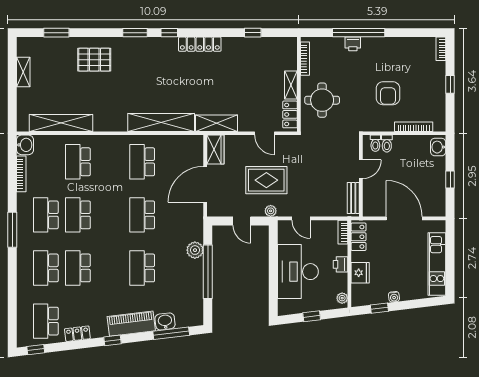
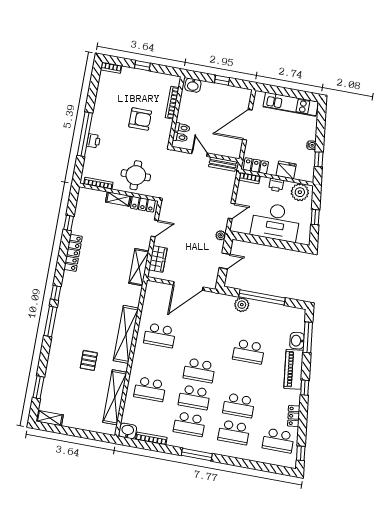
window: (135, 33) -> (51, 321), width x1.44
locker: (200, 44) -> (73, 253), moved
pallet: (94, 60) -> (89, 360), moved, width x0.67, depth x0.71
shelving: (23, 72) -> (50, 418), moved
shelving: (161, 122) -> (126, 334), moved
wardrobe: (215, 150) -> (158, 259), moved, turned 90
rug: (266, 180) -> (194, 234), removed
door: (205, 184) -> (188, 286), hinge flipped
school desk: (142, 215) -> (199, 370), moved
plant: (342, 298) -> (300, 192), width x1.88, depth x1.88

